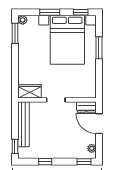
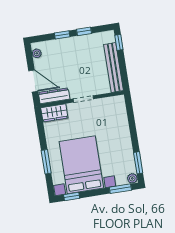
window: (50, 12) -> (120, 189), moved
wardrobe: (30, 91) -> (54, 113), moved
dresser: (86, 107) -> (54, 96), width x1.44
window: (84, 162) -> (62, 35), moved

